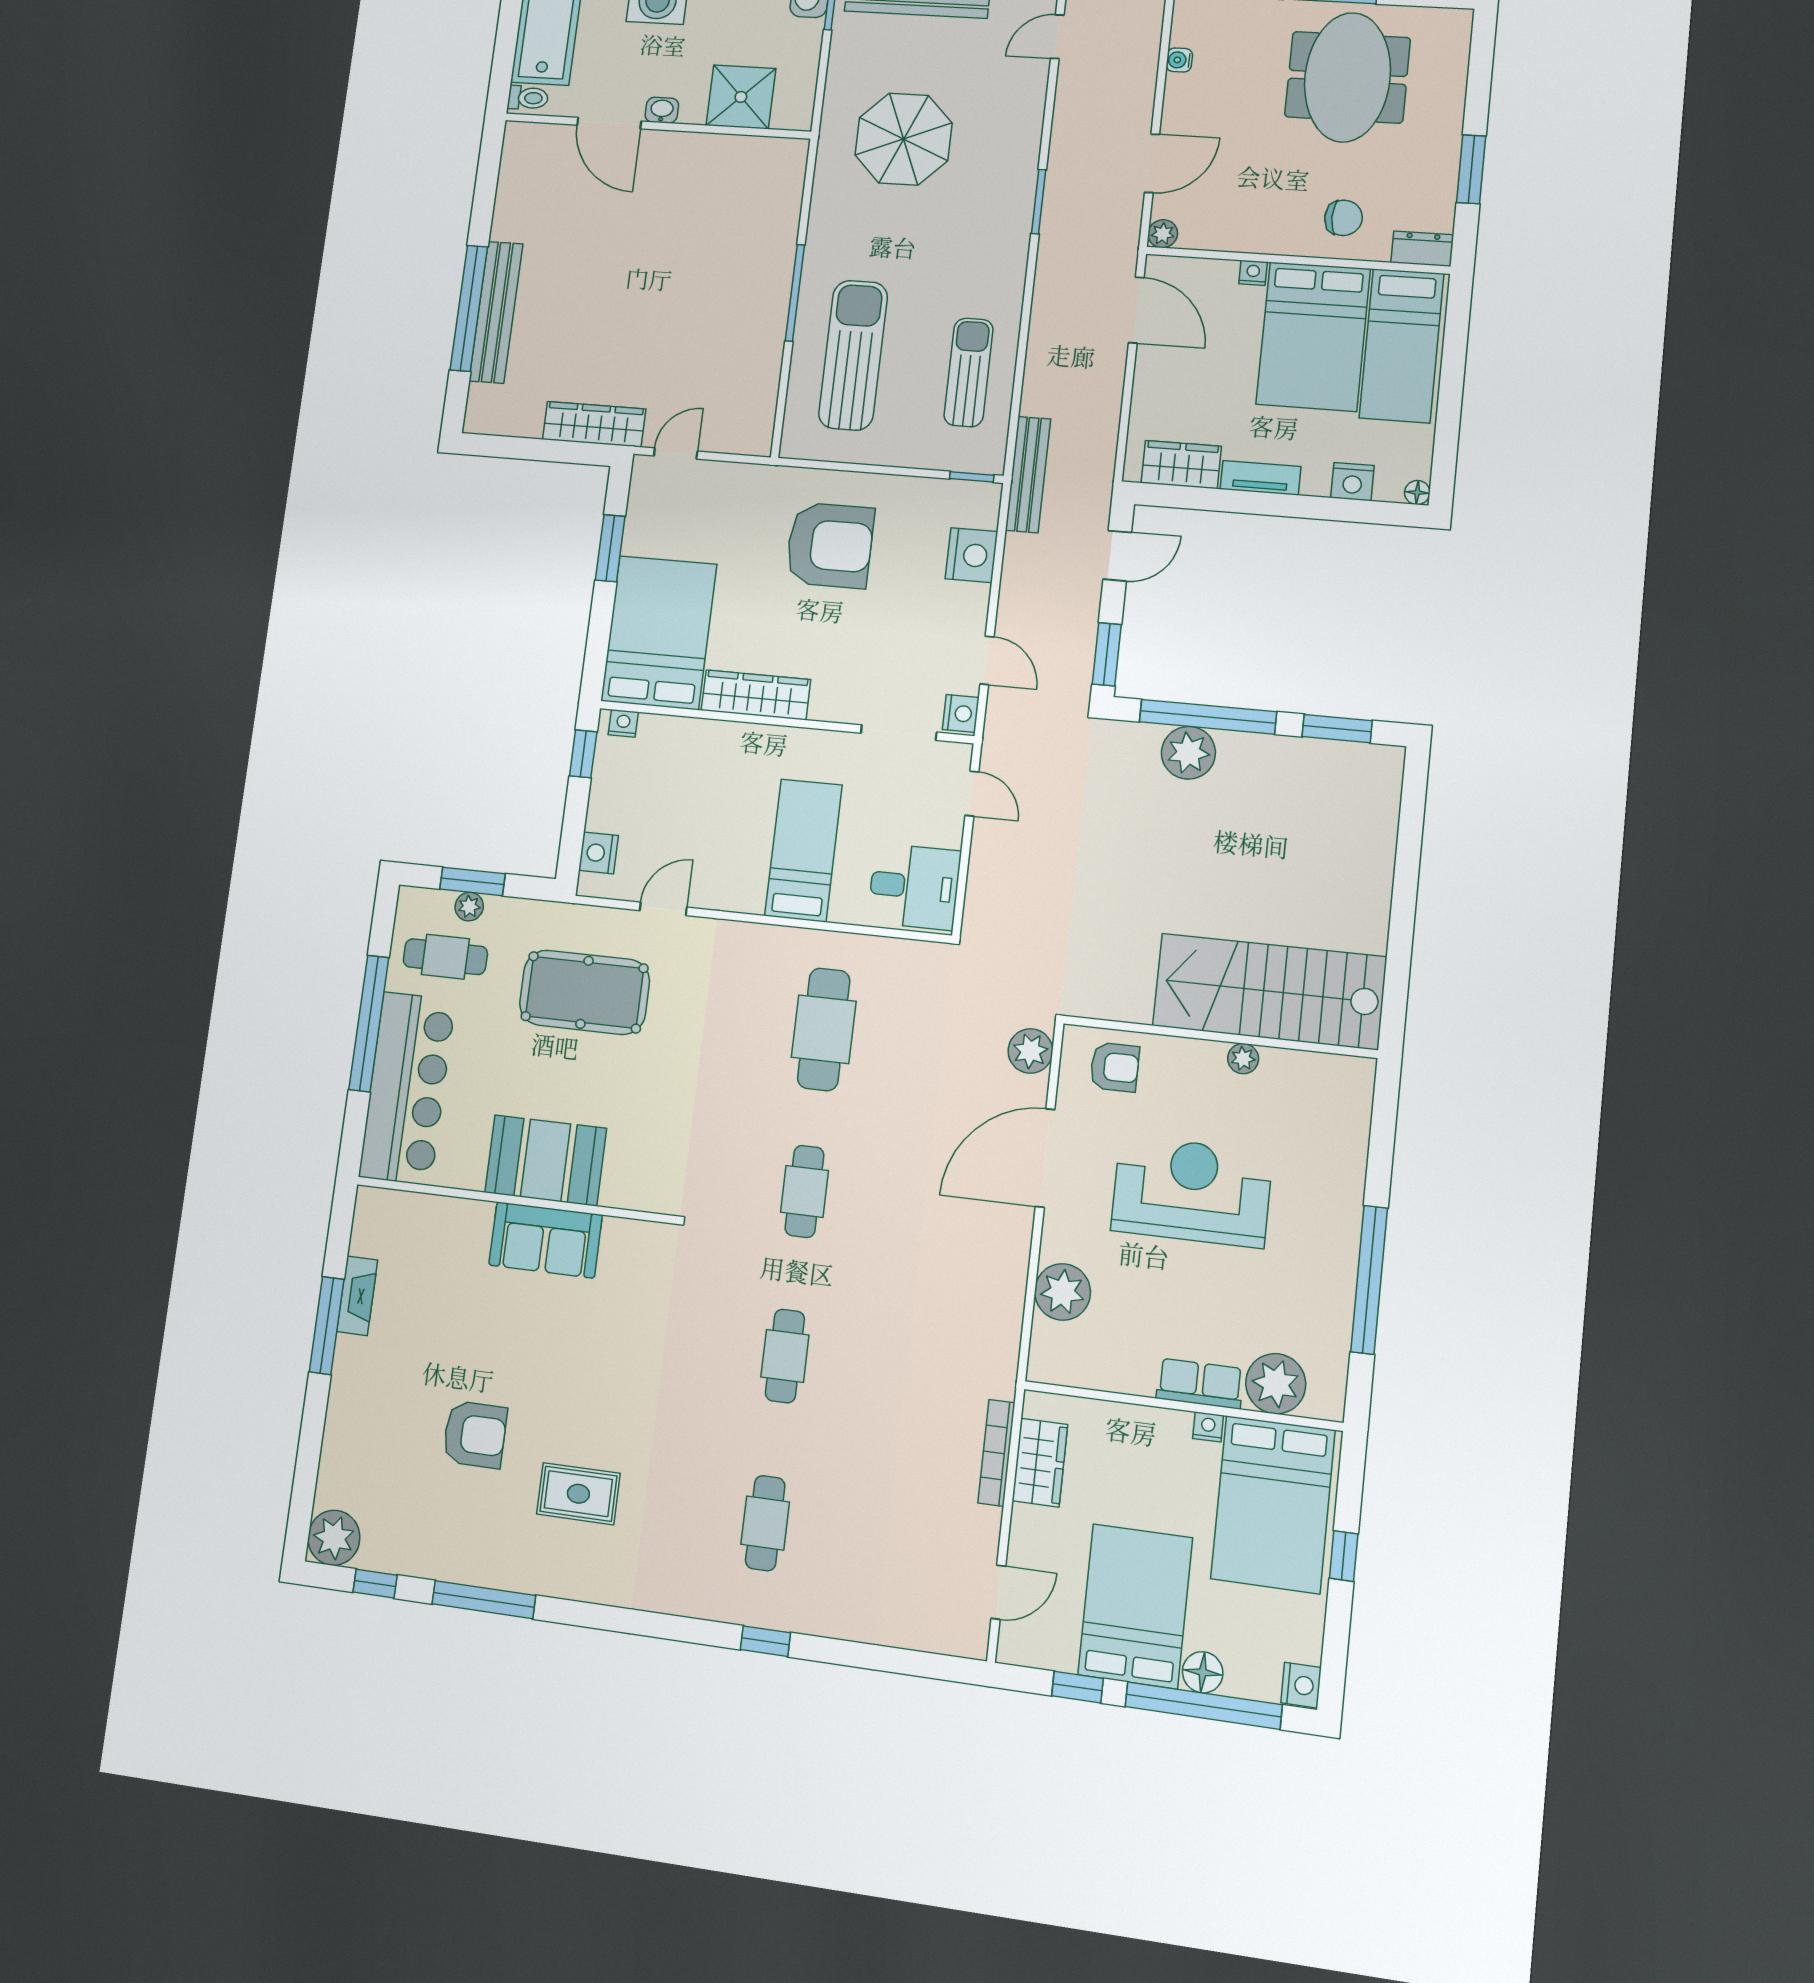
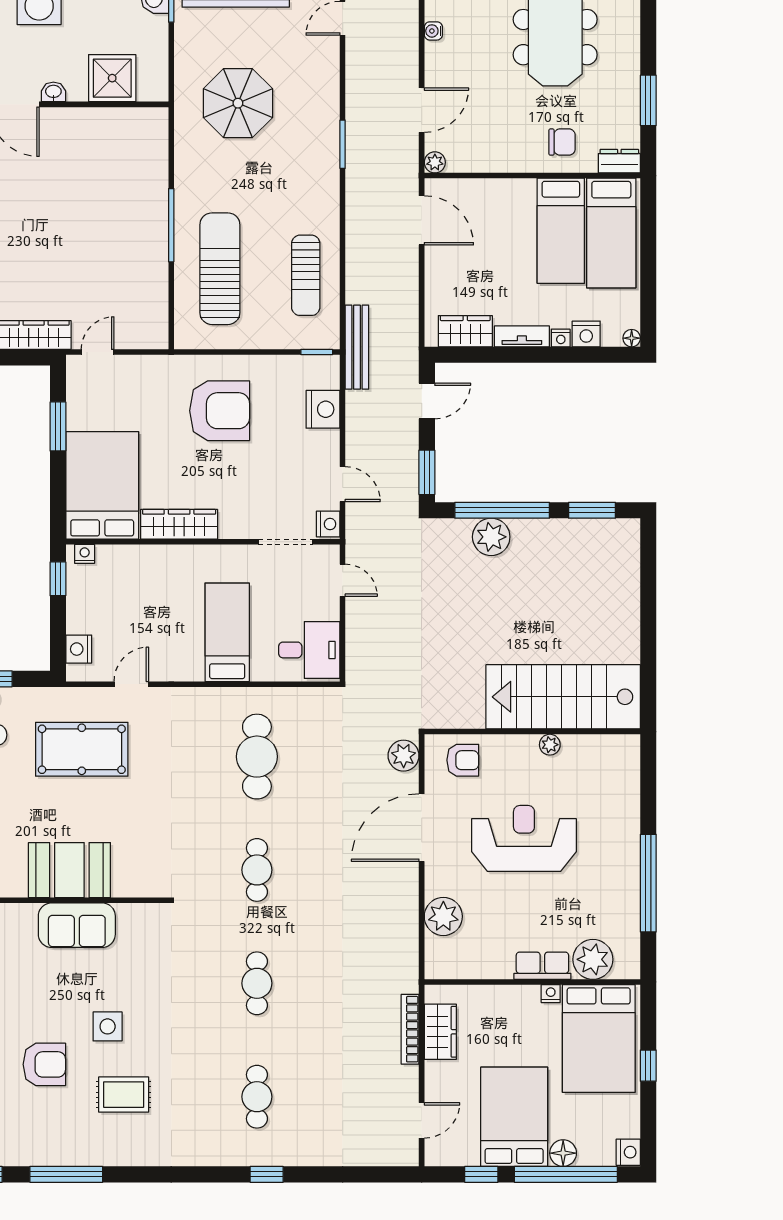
nightstand: (1253, 273) -> (561, 338), moved, turned 180
bed: (1313, 336) -> (561, 231), width x0.67
sun lounger: (969, 372) -> (306, 275), turned 180
side table: (569, 1391) -> (108, 1026), added

